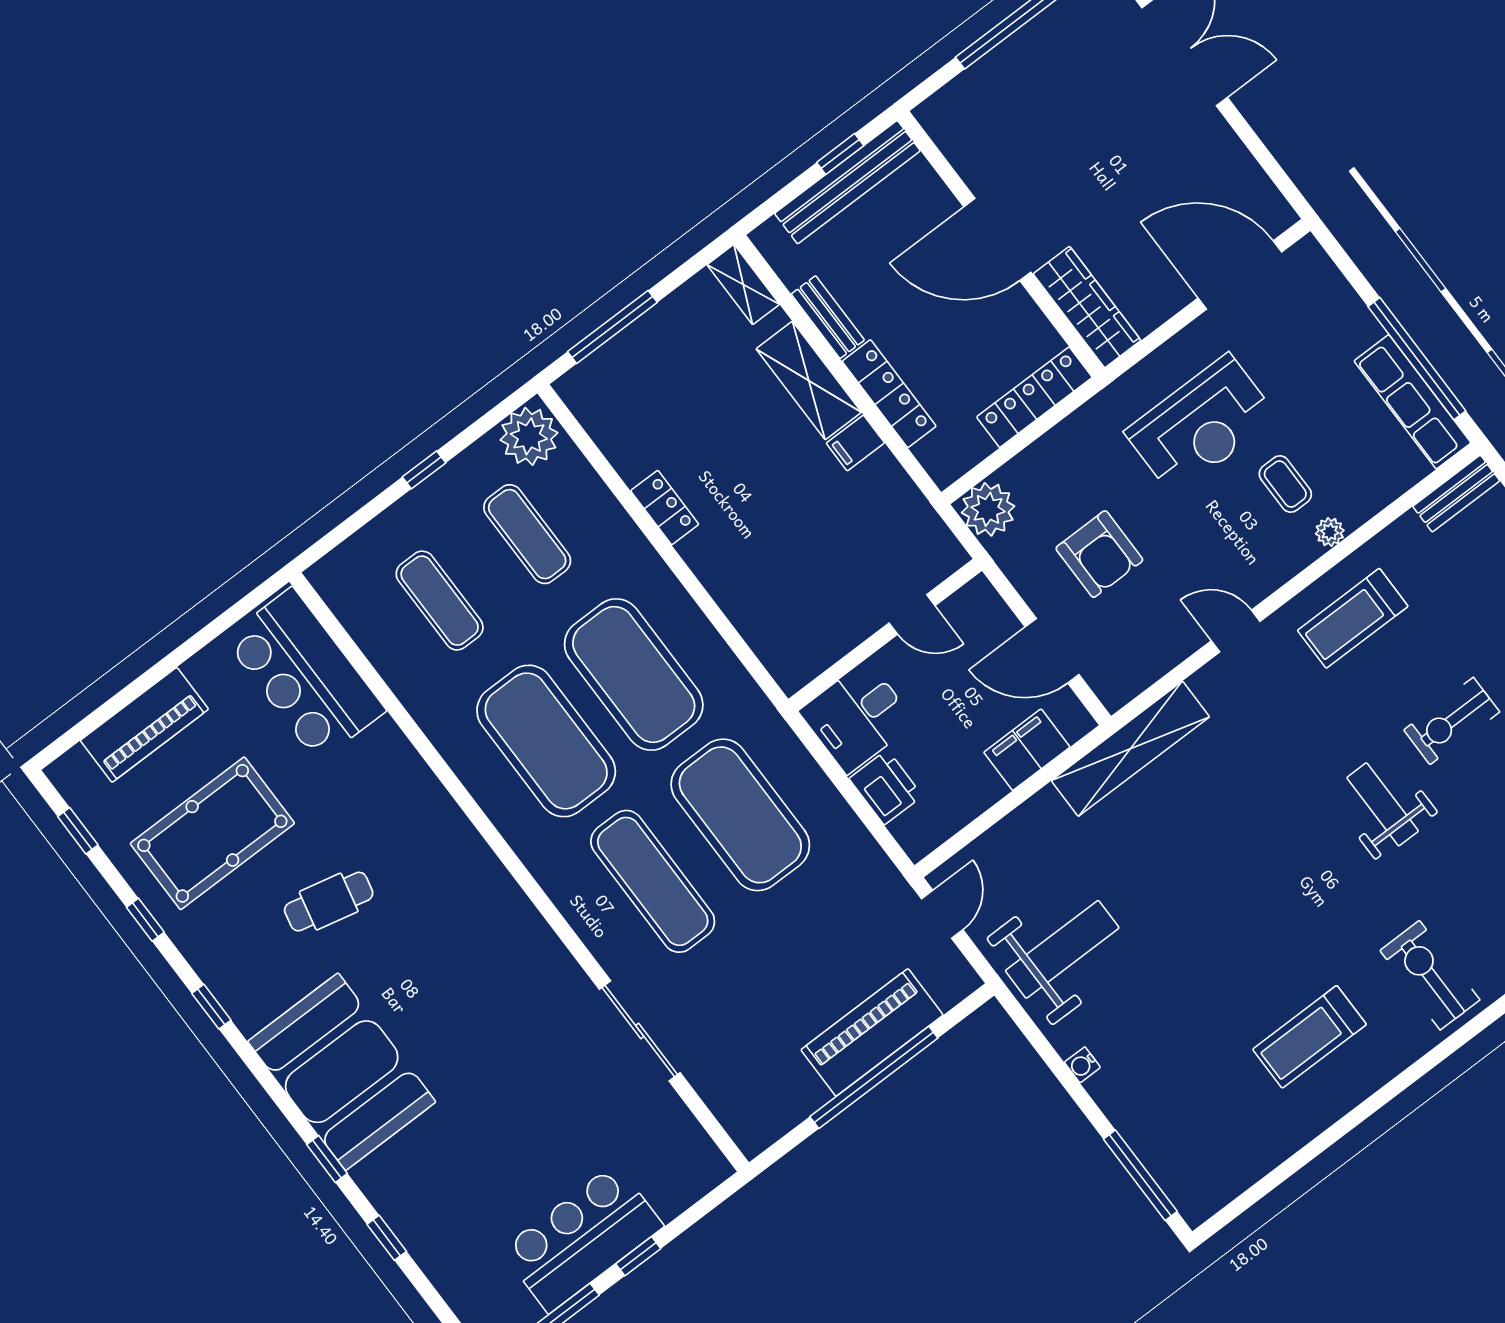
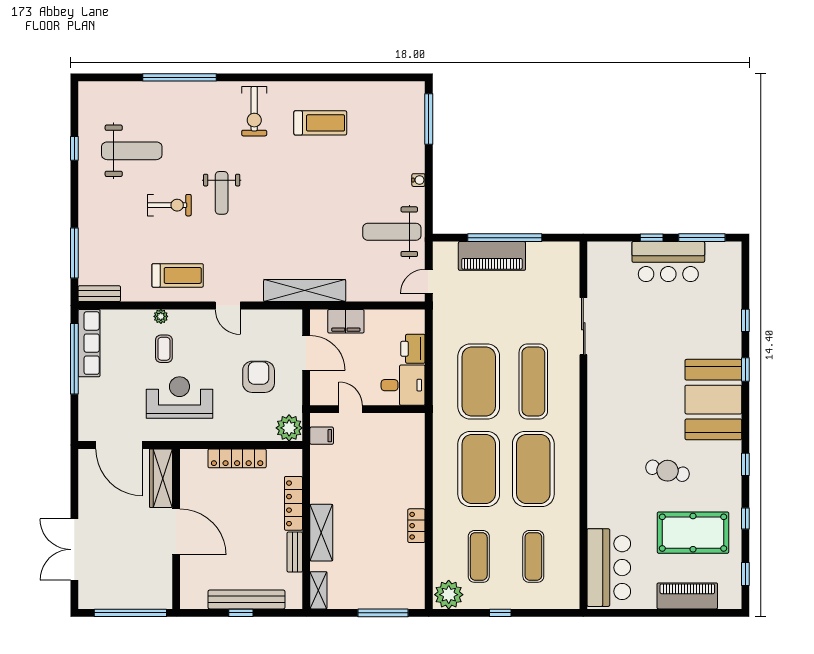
door: (997, 239) -> (176, 532), moved
wall: (1001, 244) -> (176, 529), moved
wardrobe: (1087, 307) -> (161, 478), moved
filing cabinet: (855, 443) -> (322, 436), moved

